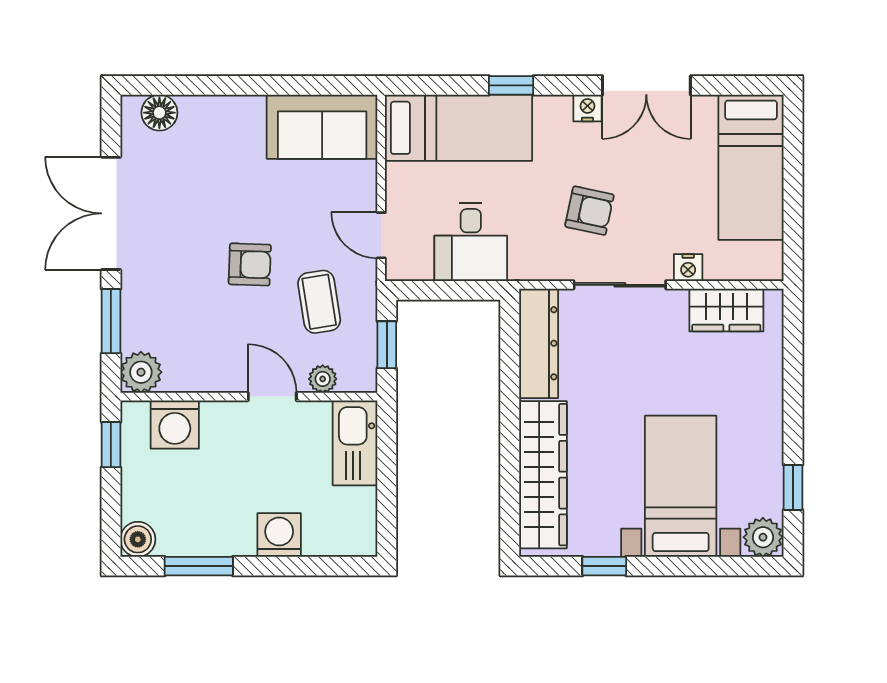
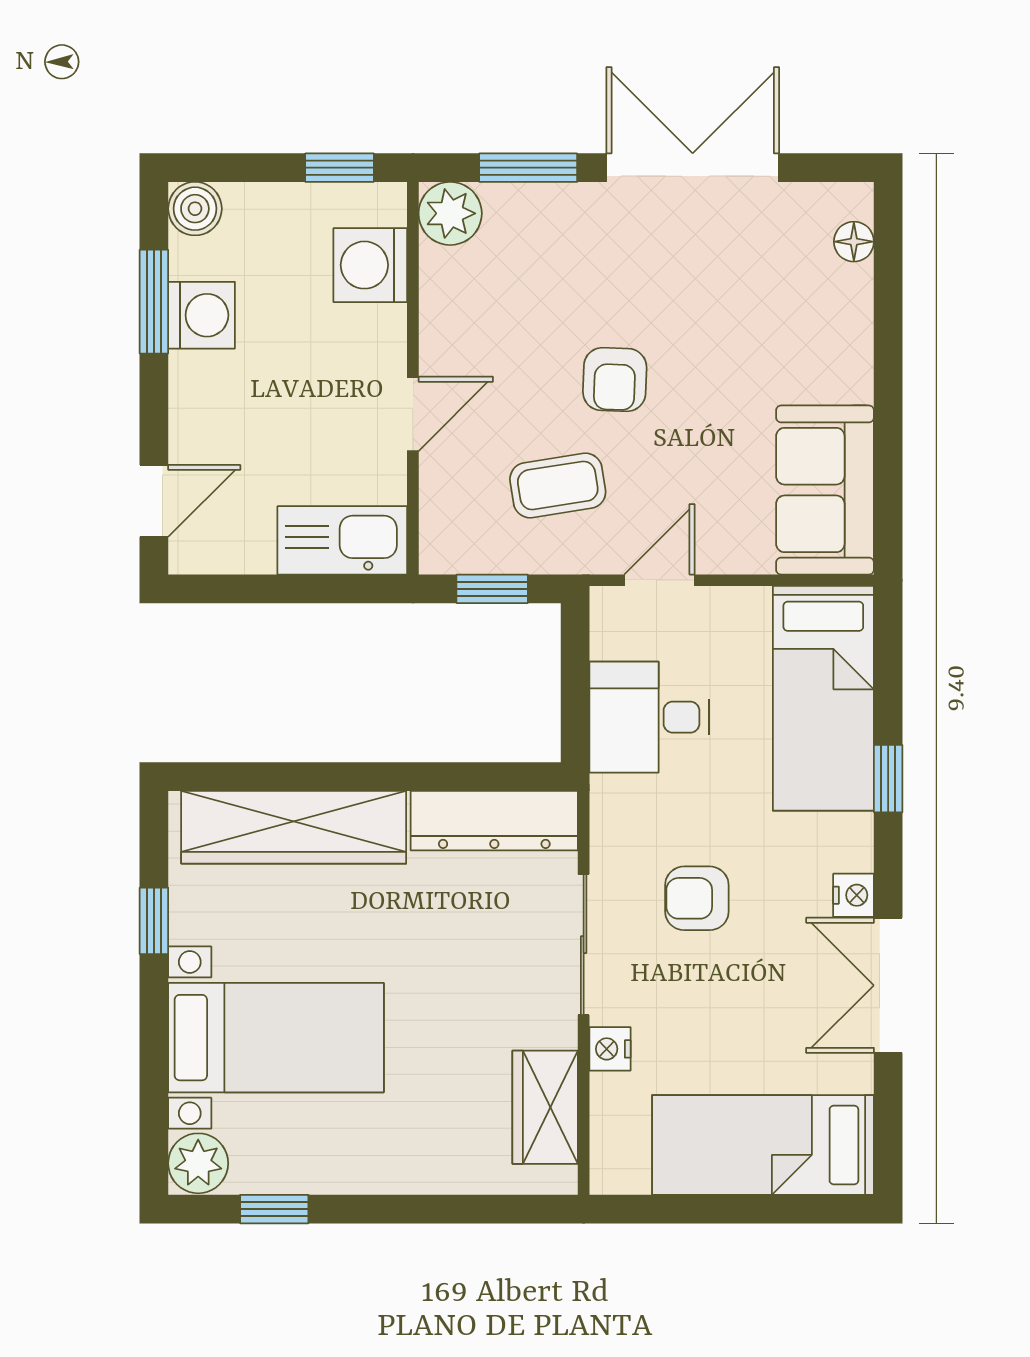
floor lamp: (159, 113) -> (854, 242), width x0.73, depth x0.73
armchair: (589, 211) -> (697, 898), turned 78
plant: (323, 379) -> (440, 491), removed
washing machine: (279, 535) -> (202, 315), moved
door: (329, 566) -> (154, 501), added

